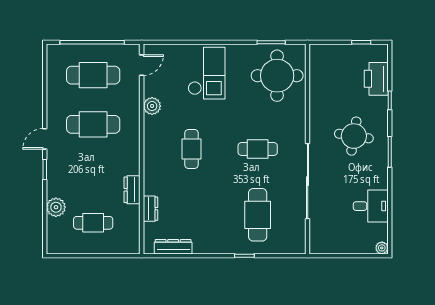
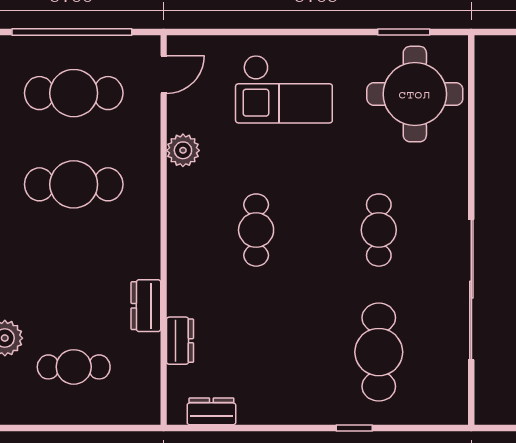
checkout: (207, 73) -> (284, 89), turned 90
cafe table: (258, 149) -> (379, 230), turned 90
dresser: (173, 247) -> (211, 411), width x0.70

